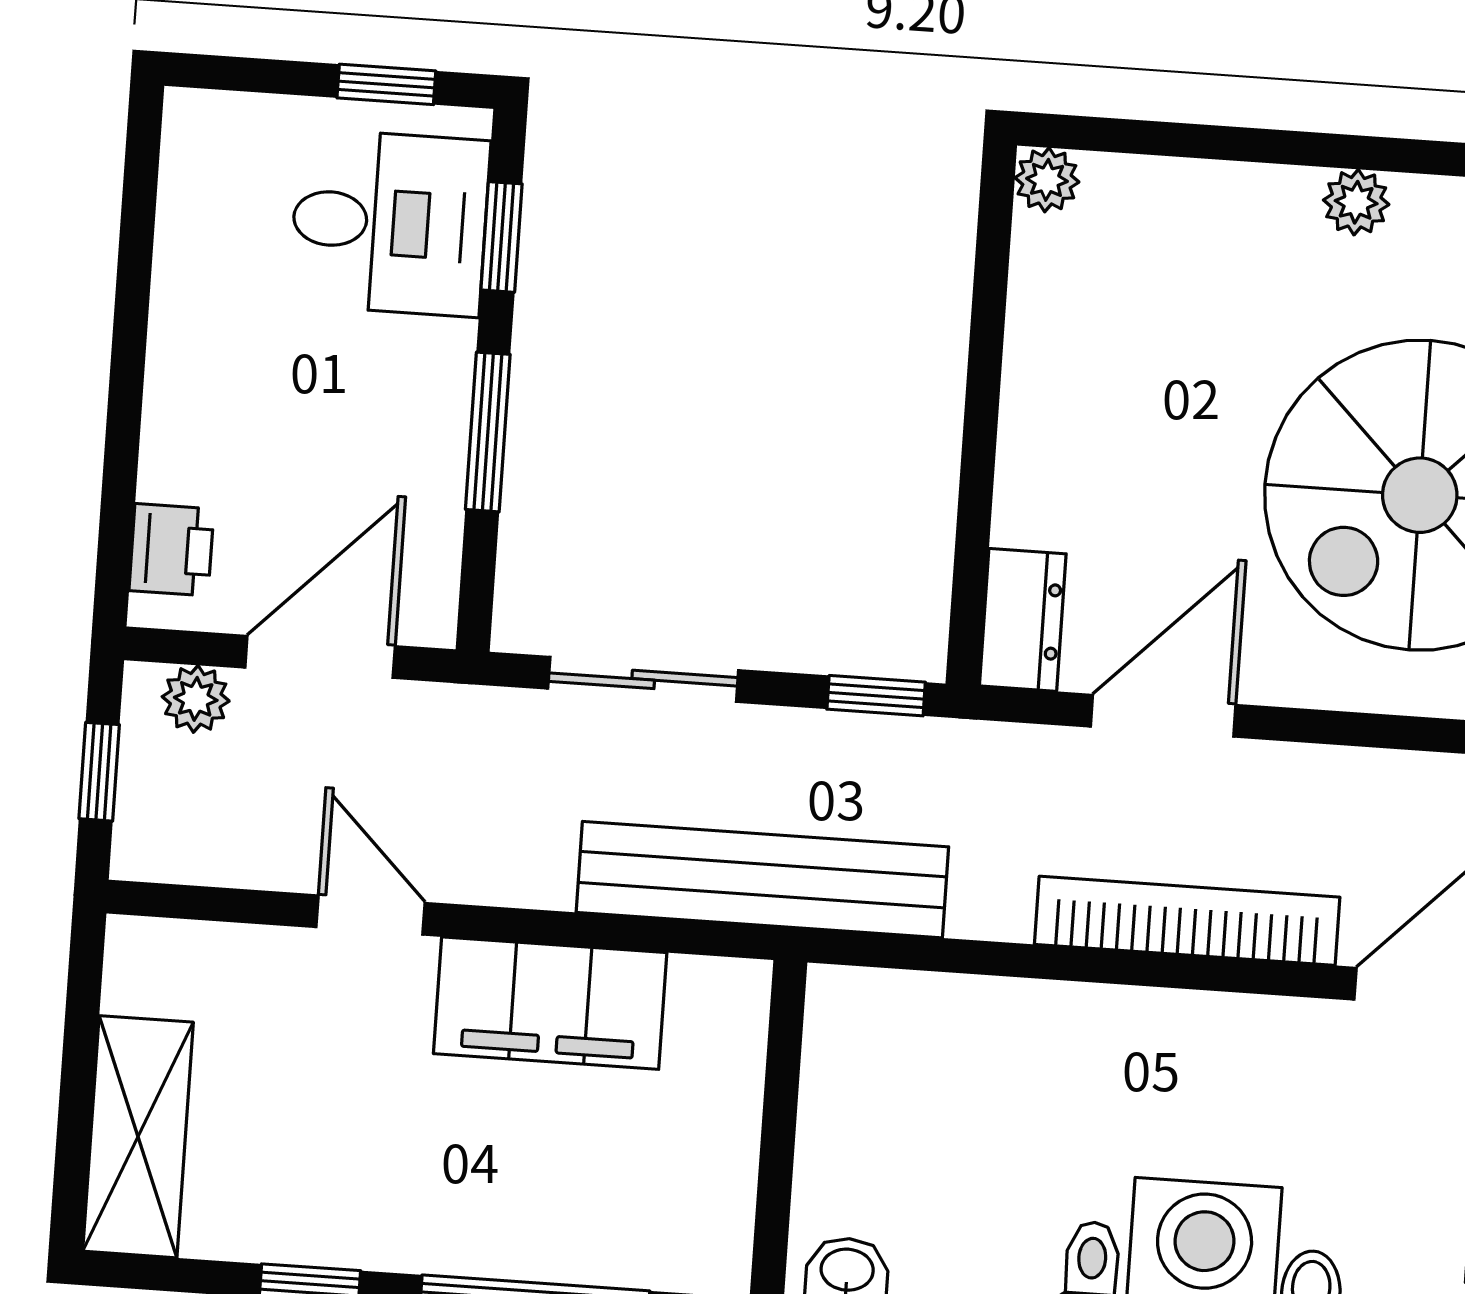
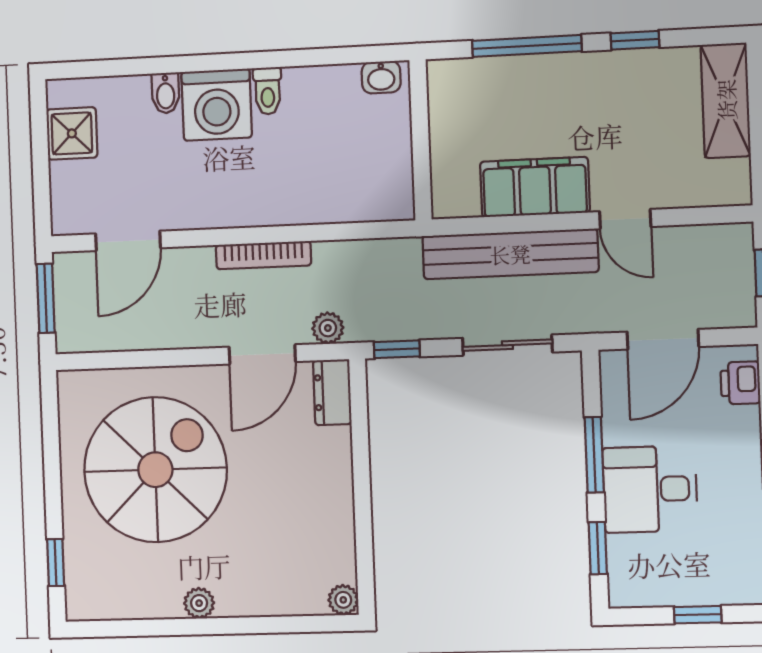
window: (386, 84) -> (698, 615), moved
desk: (389, 223) -> (650, 489), moved
plant: (196, 699) -> (328, 328), moved
bench: (762, 880) -> (510, 254), moved
bookcase: (1187, 921) -> (263, 255), width x0.68, depth x0.76

